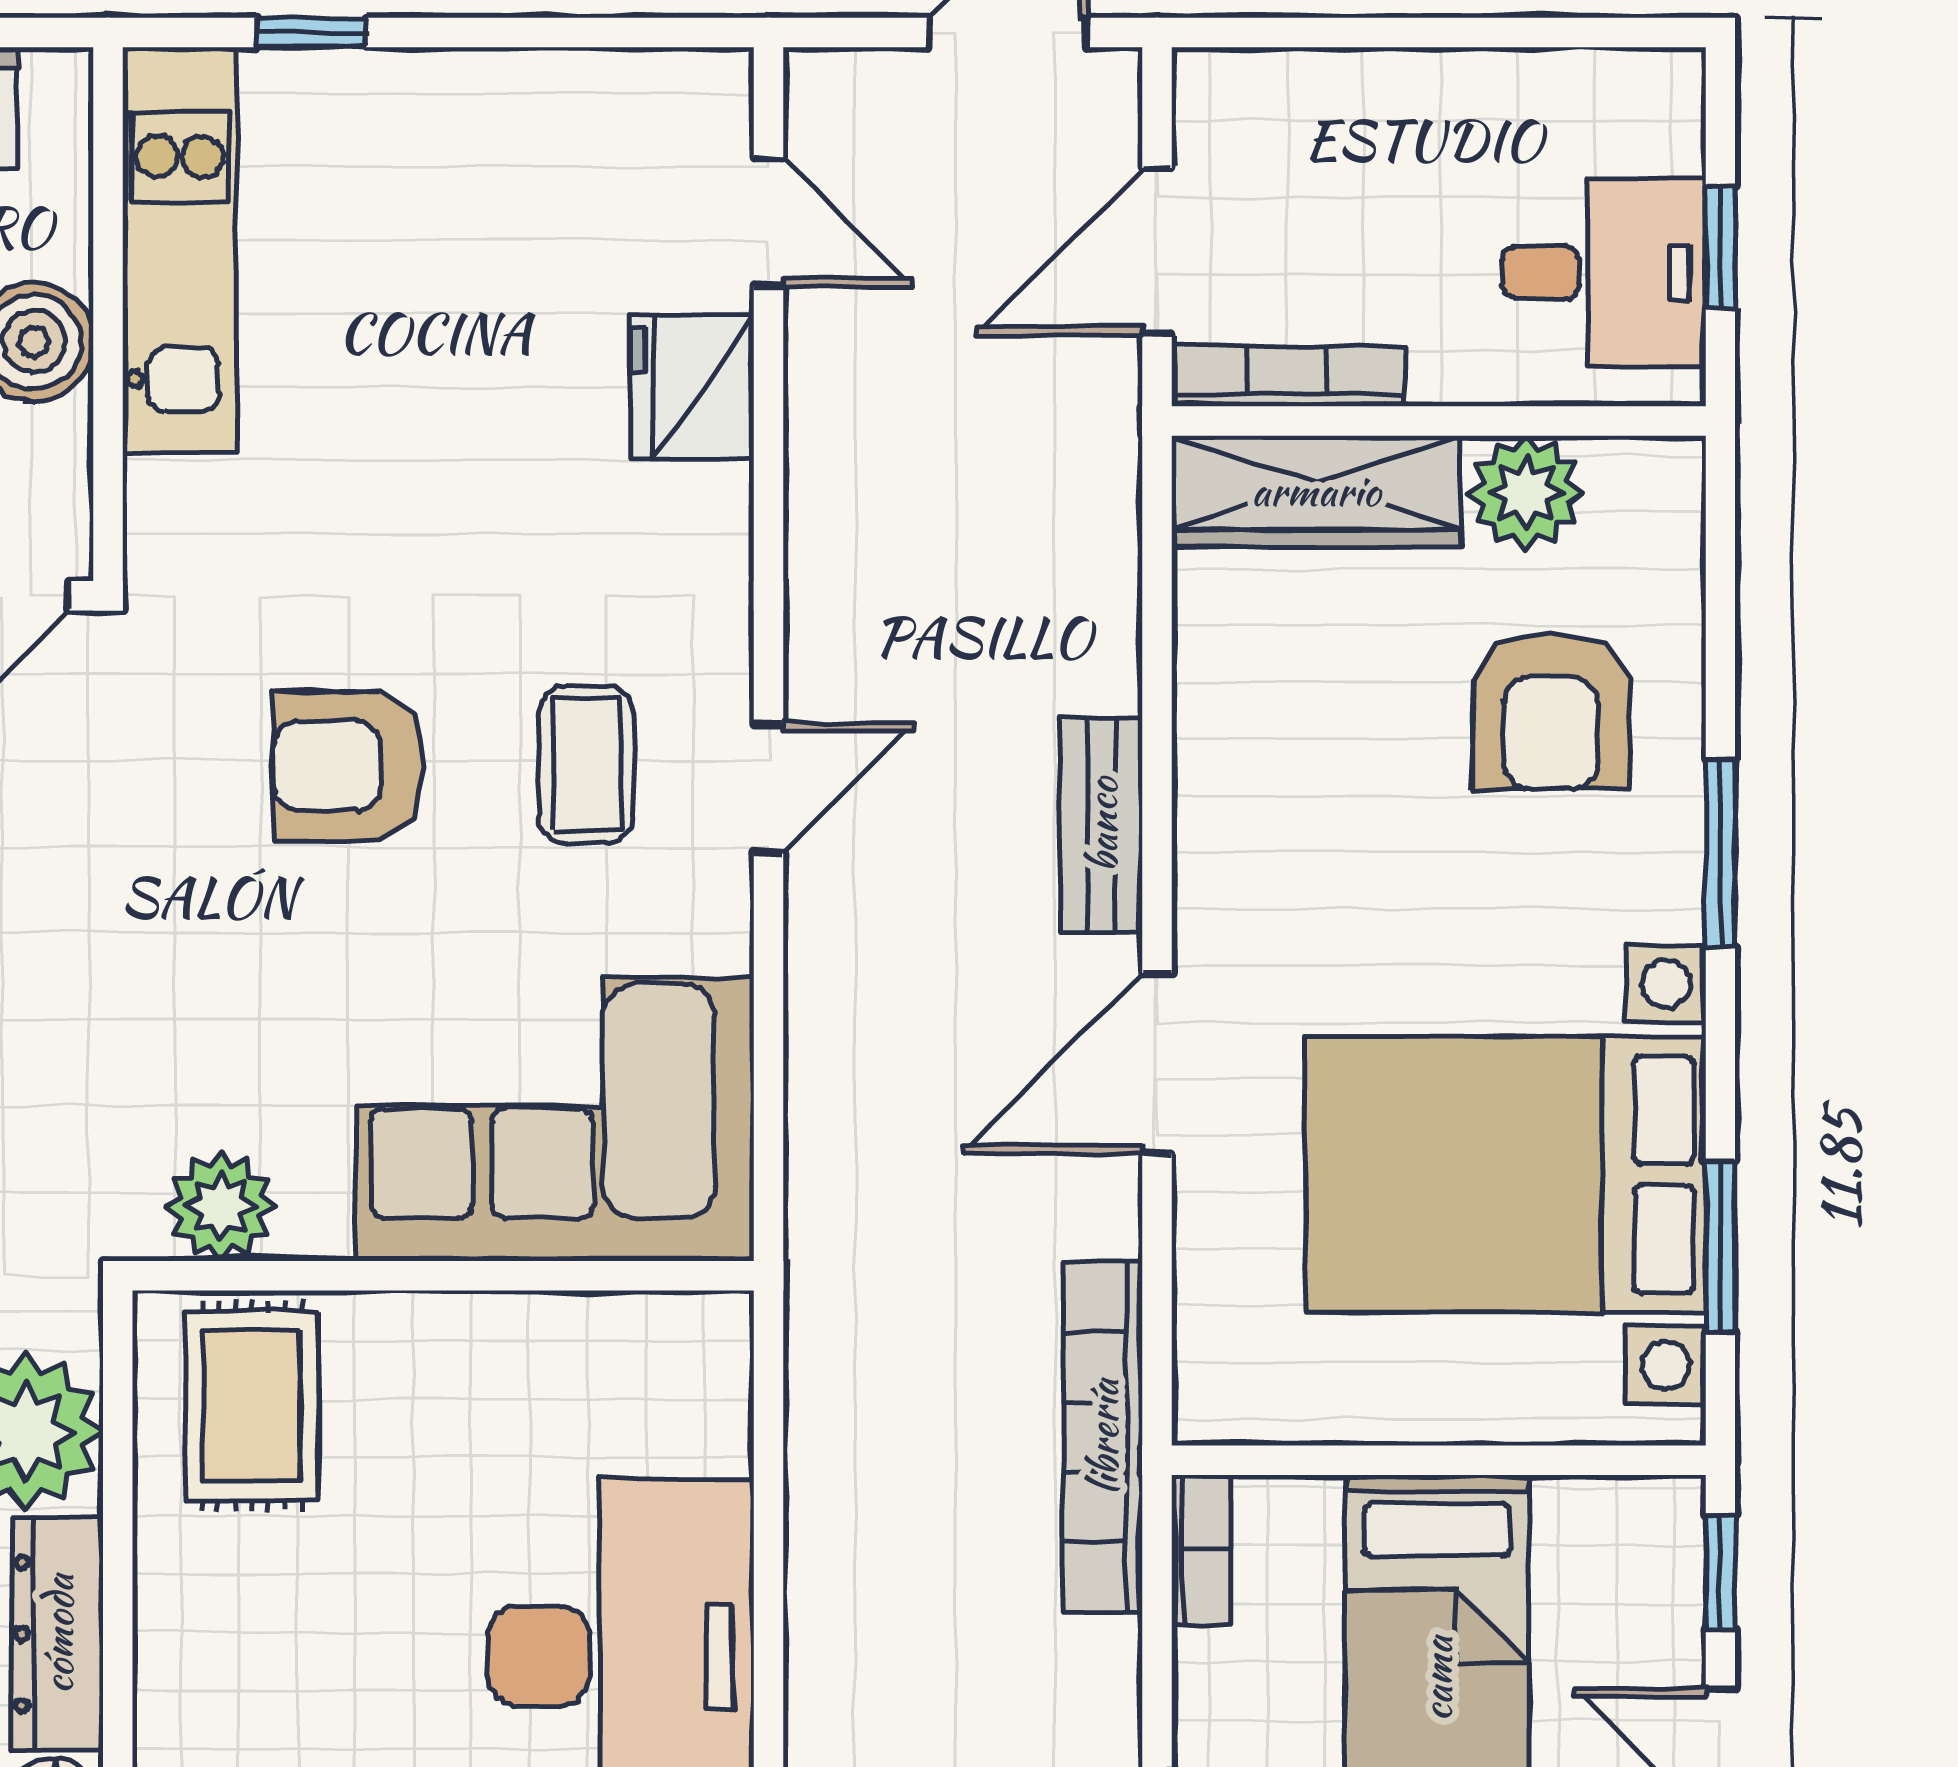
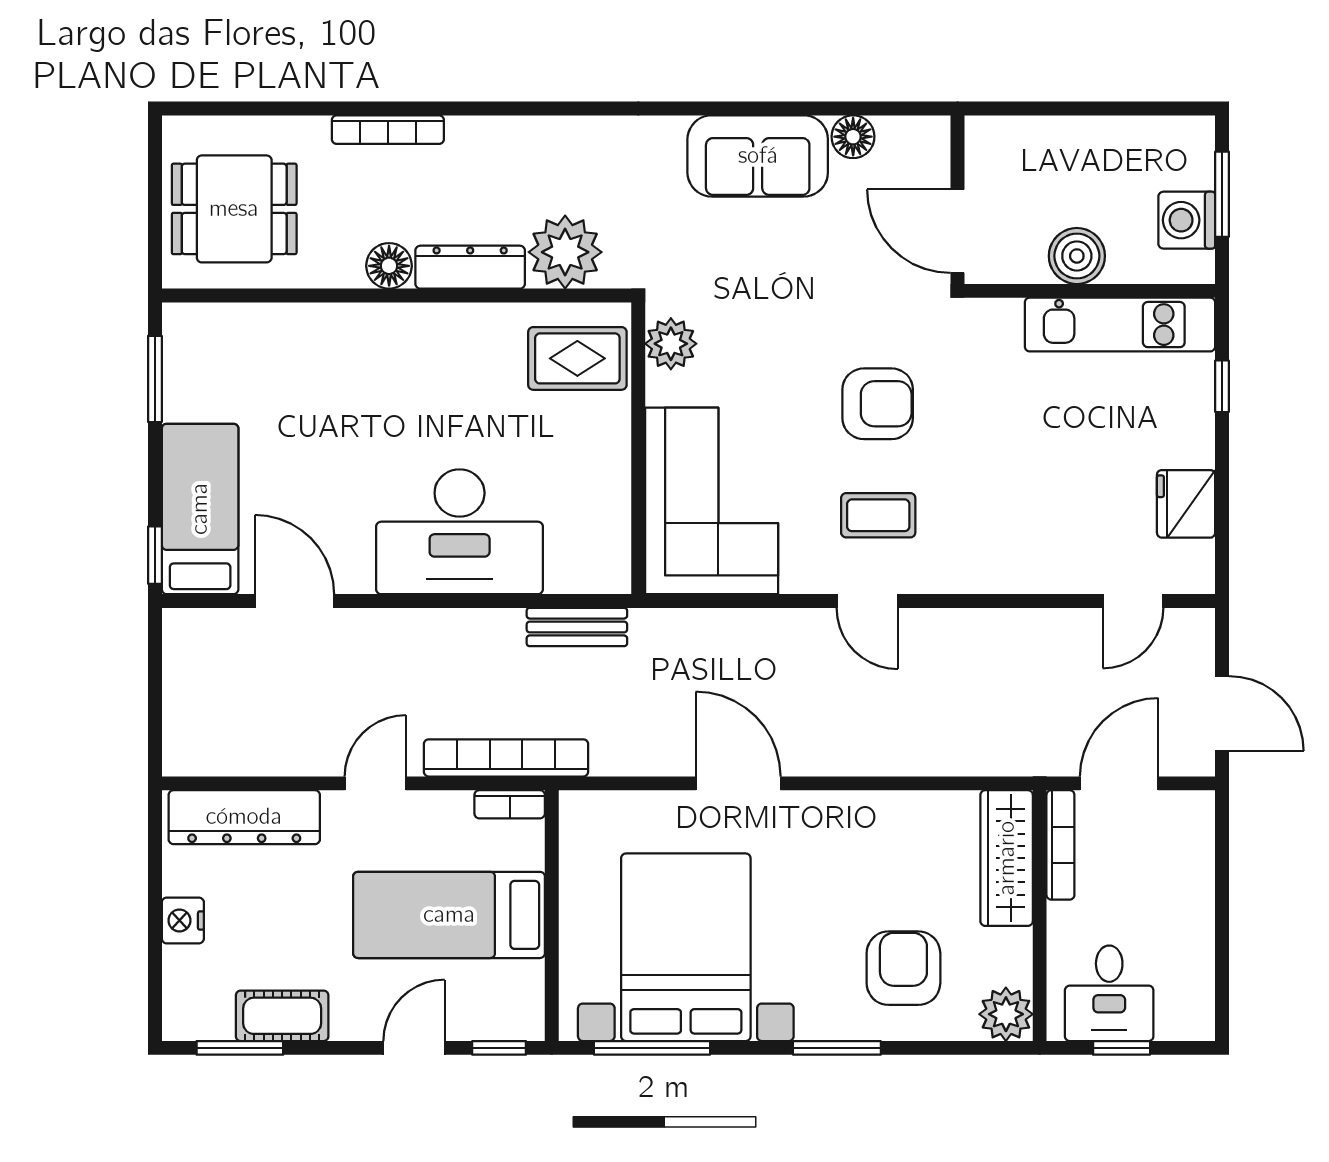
door: (1157, 251) -> (1119, 783), hinge flipped
fridge: (692, 387) -> (1186, 504), moved, turned -90
plant: (1525, 493) -> (1006, 1014), moved
armchair: (1551, 711) -> (903, 968), turned 90
armchair: (349, 766) -> (878, 404), turned 90
bench: (1102, 825) -> (577, 627), moved
window: (1720, 1247) -> (652, 1048), width x1.44
bookcase: (1103, 1437) -> (506, 758), moved

